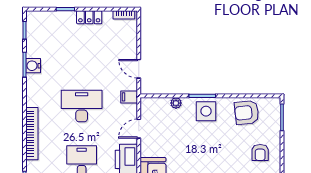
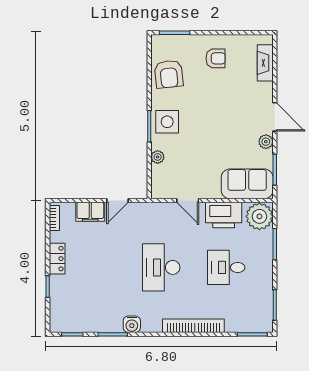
water cooler: (33, 66) -> (132, 324), moved
filing cabinet: (129, 97) -> (90, 212), moved, width x2.00

